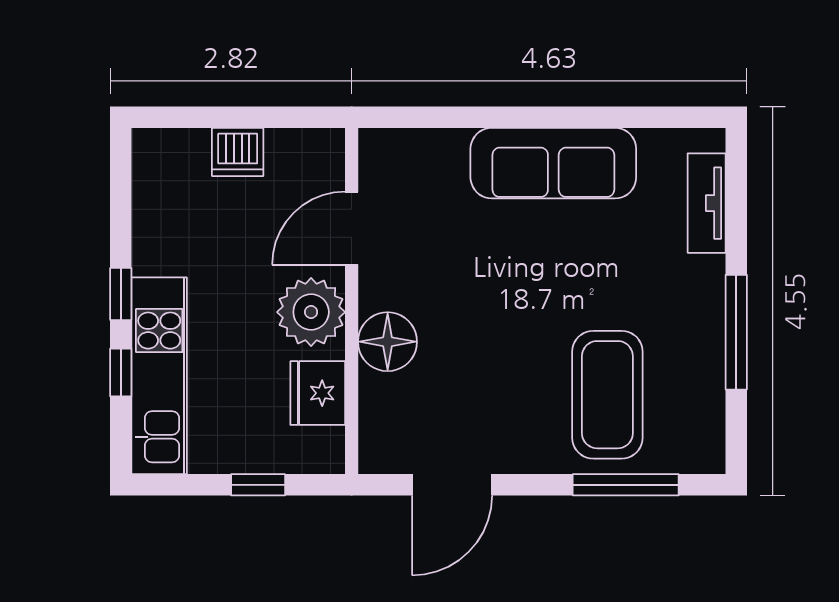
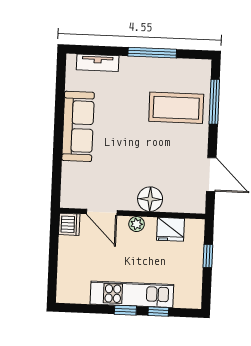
dishwasher: (238, 152) -> (69, 224), moved
plant: (311, 312) -> (137, 224), width x0.53, depth x0.53
kitchen unit: (159, 376) -> (132, 294), moved

